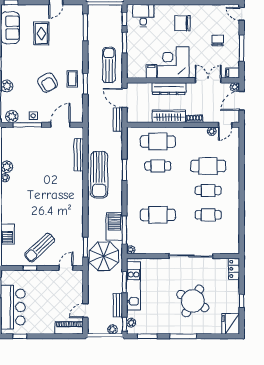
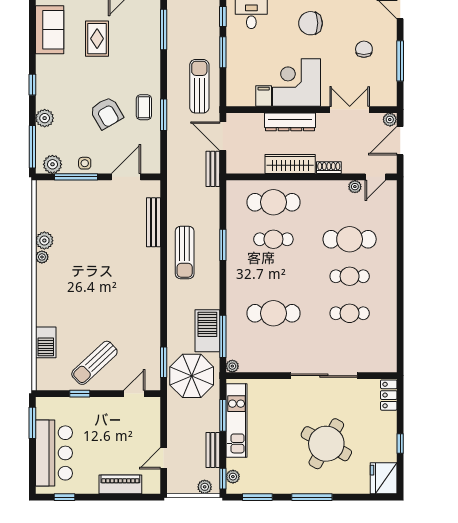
filing cabinet: (232, 73) -> (386, 98), removed
sun lounger: (99, 175) -> (185, 252), width x0.73, depth x0.75
piano: (69, 328) -> (120, 484), moved

